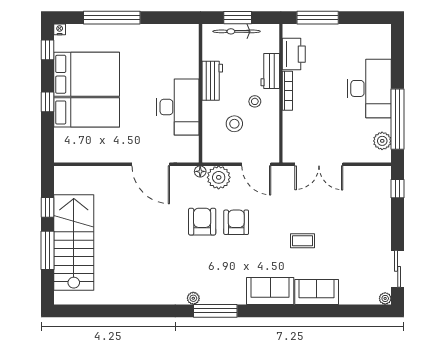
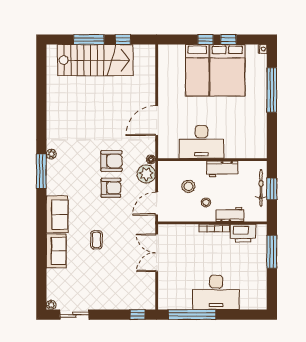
window: (47, 50) -> (228, 39), moved
plant: (382, 141) -> (175, 303), removed

